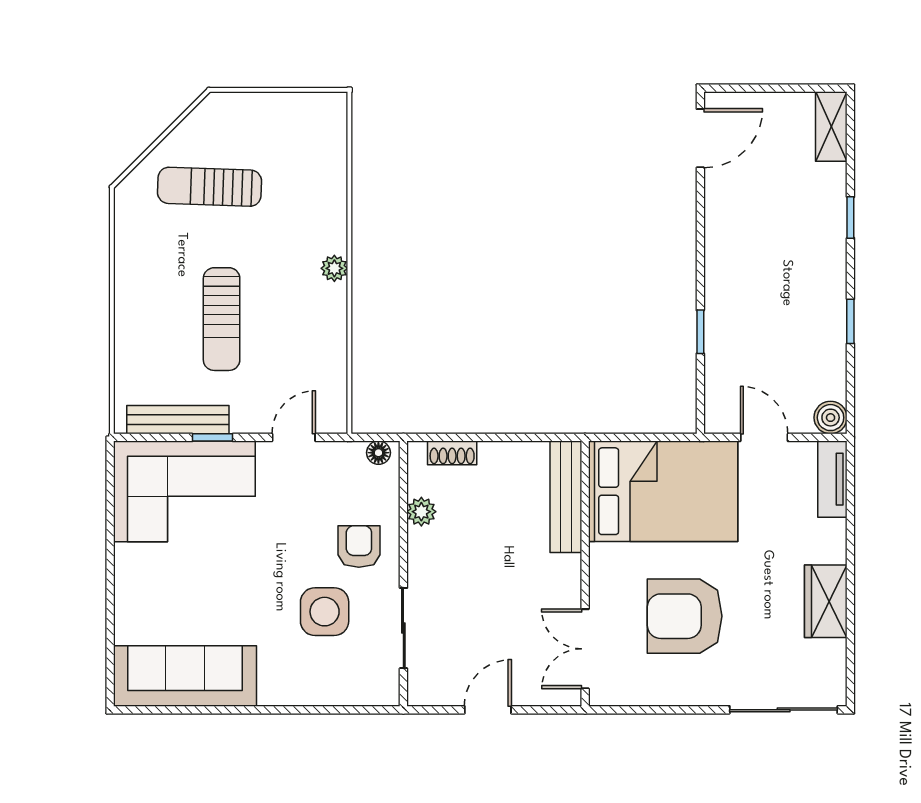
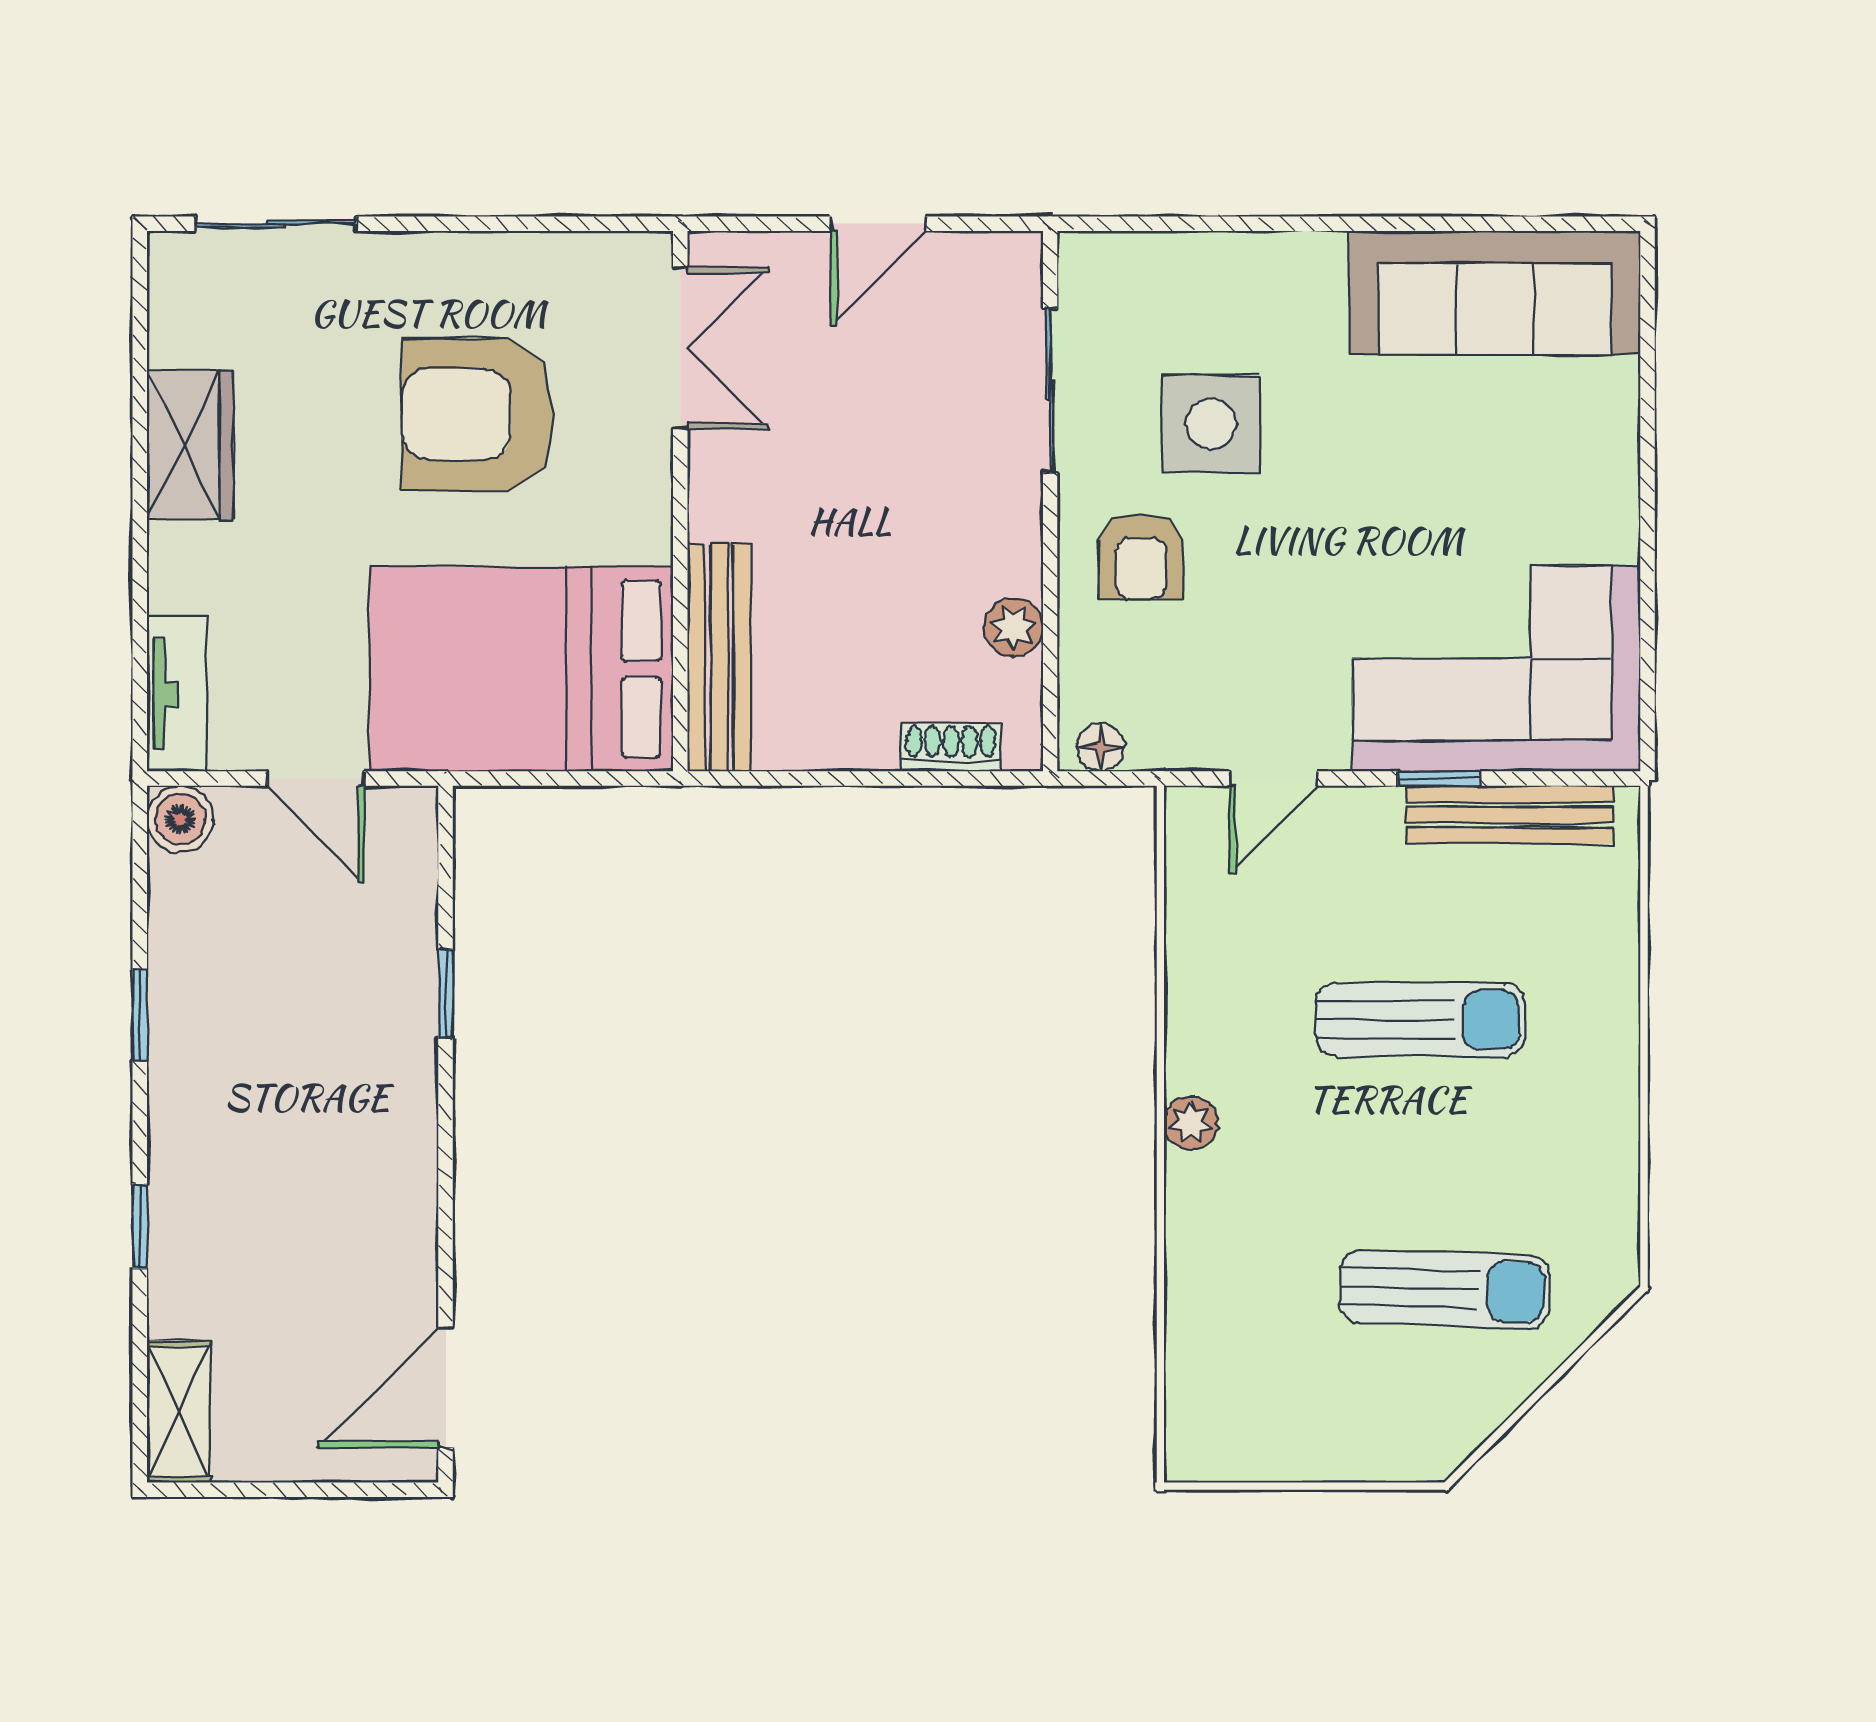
sun lounger: (222, 319) -> (1420, 1020), turned 90
armchair: (685, 616) -> (477, 415), turned 180
sliding door: (784, 710) -> (276, 224), width x0.73

